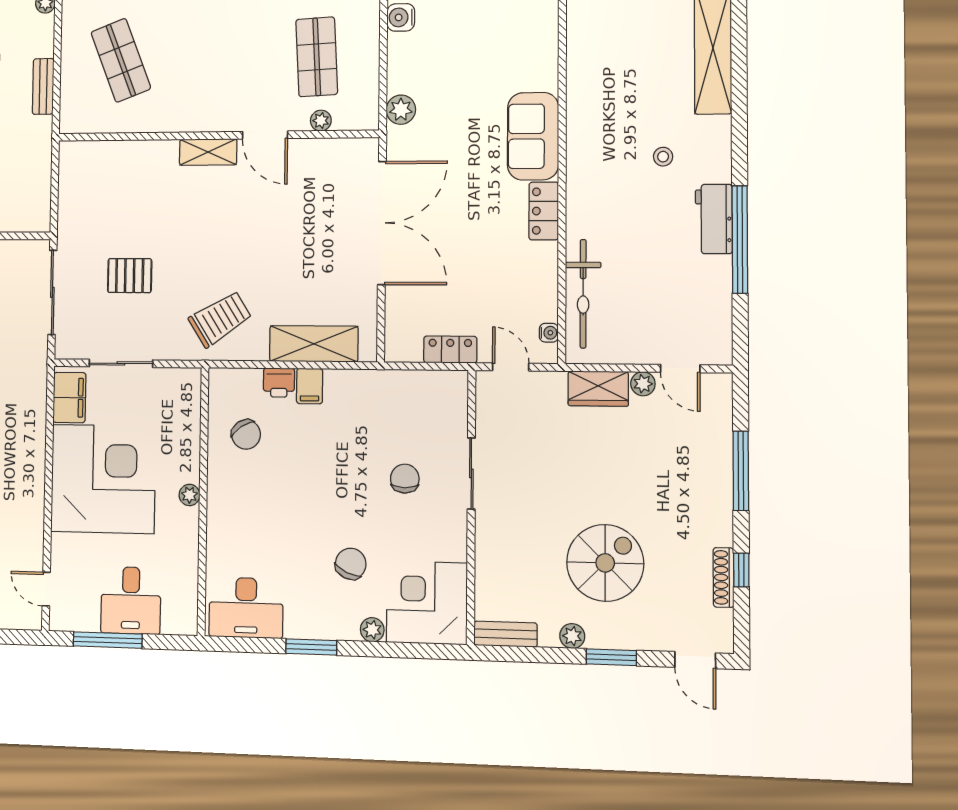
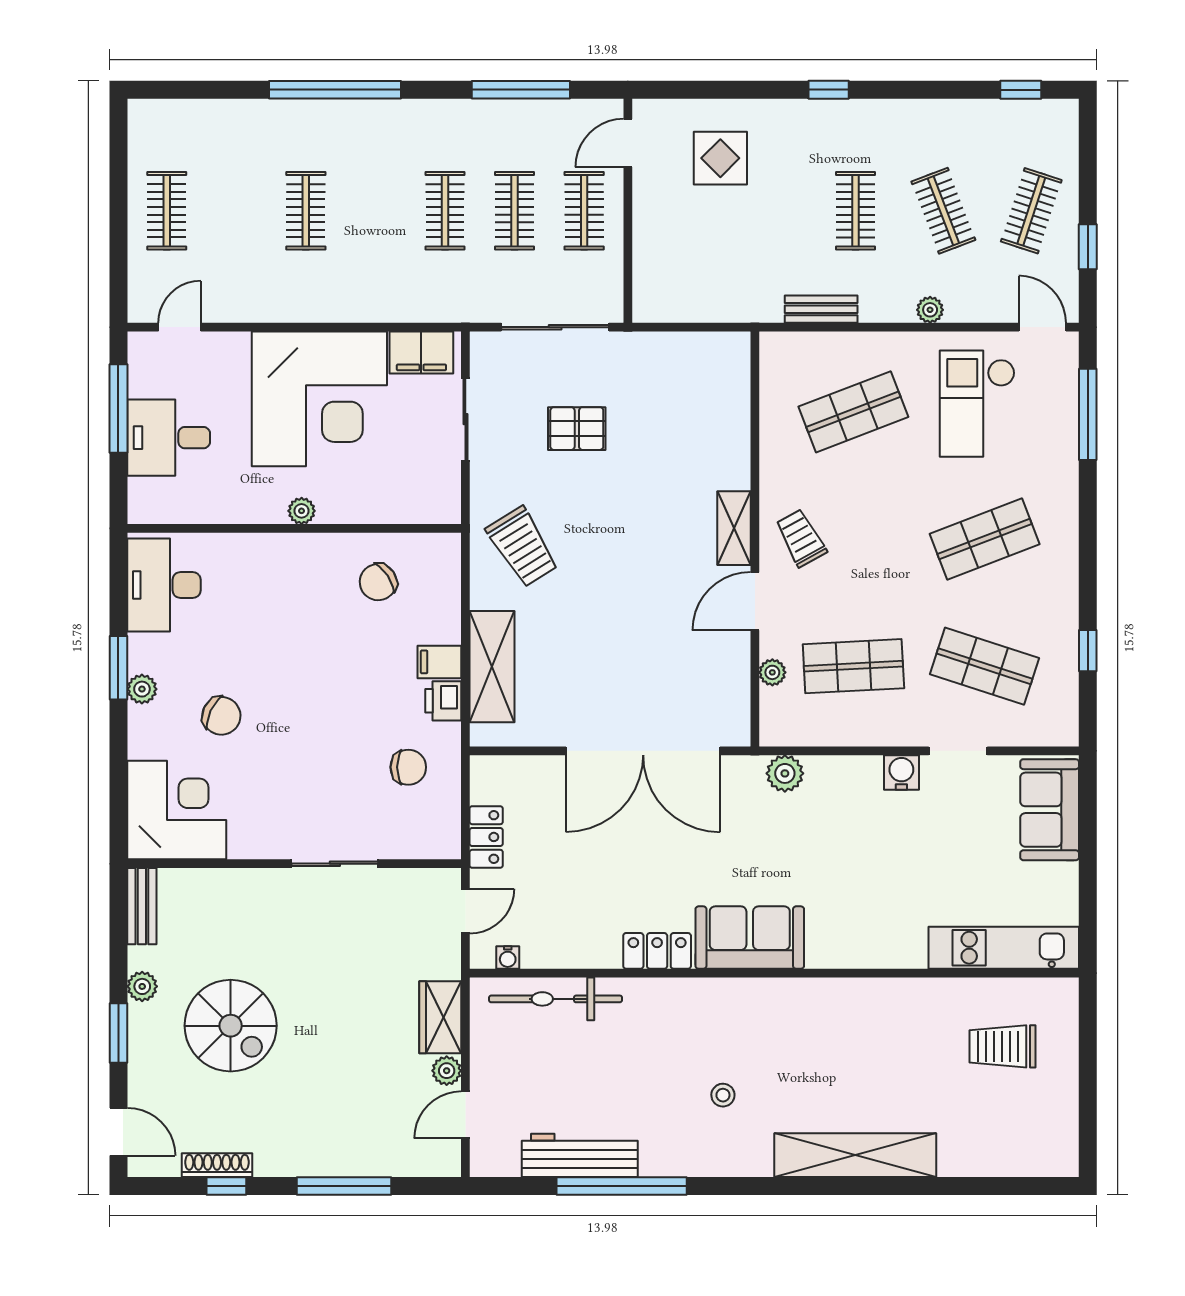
trolley: (217, 100) -> (801, 538), added
workbench: (714, 219) -> (580, 1155), moved, width x1.37
pallet: (130, 276) -> (577, 429), turned 90
printer: (279, 383) -> (443, 701), moved
chair: (405, 479) -> (408, 767), moved
plant: (372, 630) -> (142, 689), moved
door: (695, 660) -> (118, 1132), swing flipped

